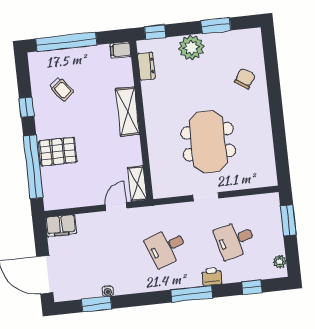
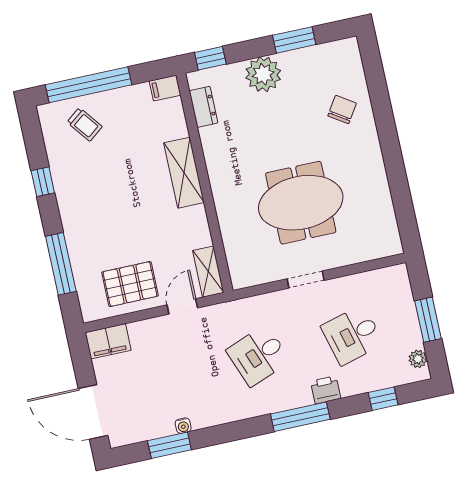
trolley: (62, 89) -> (85, 124), moved
meeting table: (208, 142) -> (301, 203), turned 90
pallet: (58, 152) -> (130, 284), moved
window: (33, 167) -> (61, 264), width x0.68
window: (288, 220) -> (428, 320), moved

